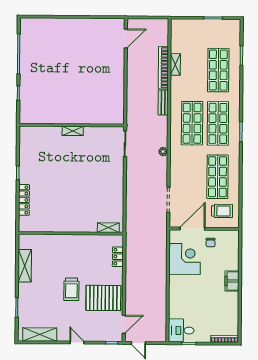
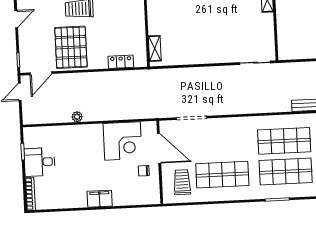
plant: (163, 152) -> (77, 117), moved
trolley: (222, 211) -> (182, 182), turned 180
door: (124, 324) -> (41, 73), hinge flipped
desk: (181, 331) -> (40, 162), moved, turned -90

